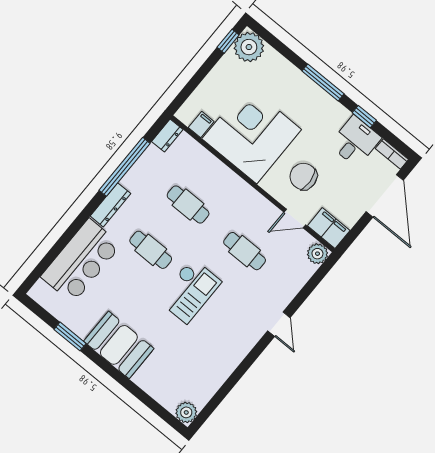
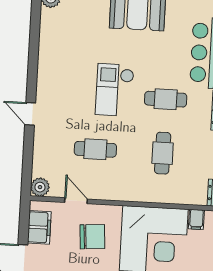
cafe table: (188, 204) -> (163, 153), turned 90
door: (295, 219) -> (76, 201), hinge flipped
filing cabinet: (329, 228) -> (39, 227), moved, turned -90

